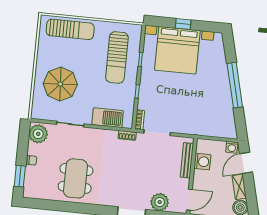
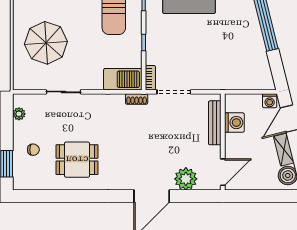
barbecue: (108, 118) -> (123, 79), moved
plant: (38, 134) -> (19, 114), width x0.53, depth x0.53
chair: (32, 160) -> (33, 150), moved
dining table: (76, 178) -> (77, 160), width x0.73

